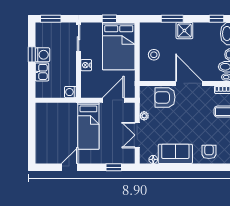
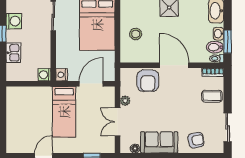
washing machine: (42, 55) -> (14, 21), moved
nightstand: (86, 65) -> (62, 75), moved
armchair: (165, 97) -> (148, 81), turned -90
armchair: (209, 152) -> (196, 140), turned 79

